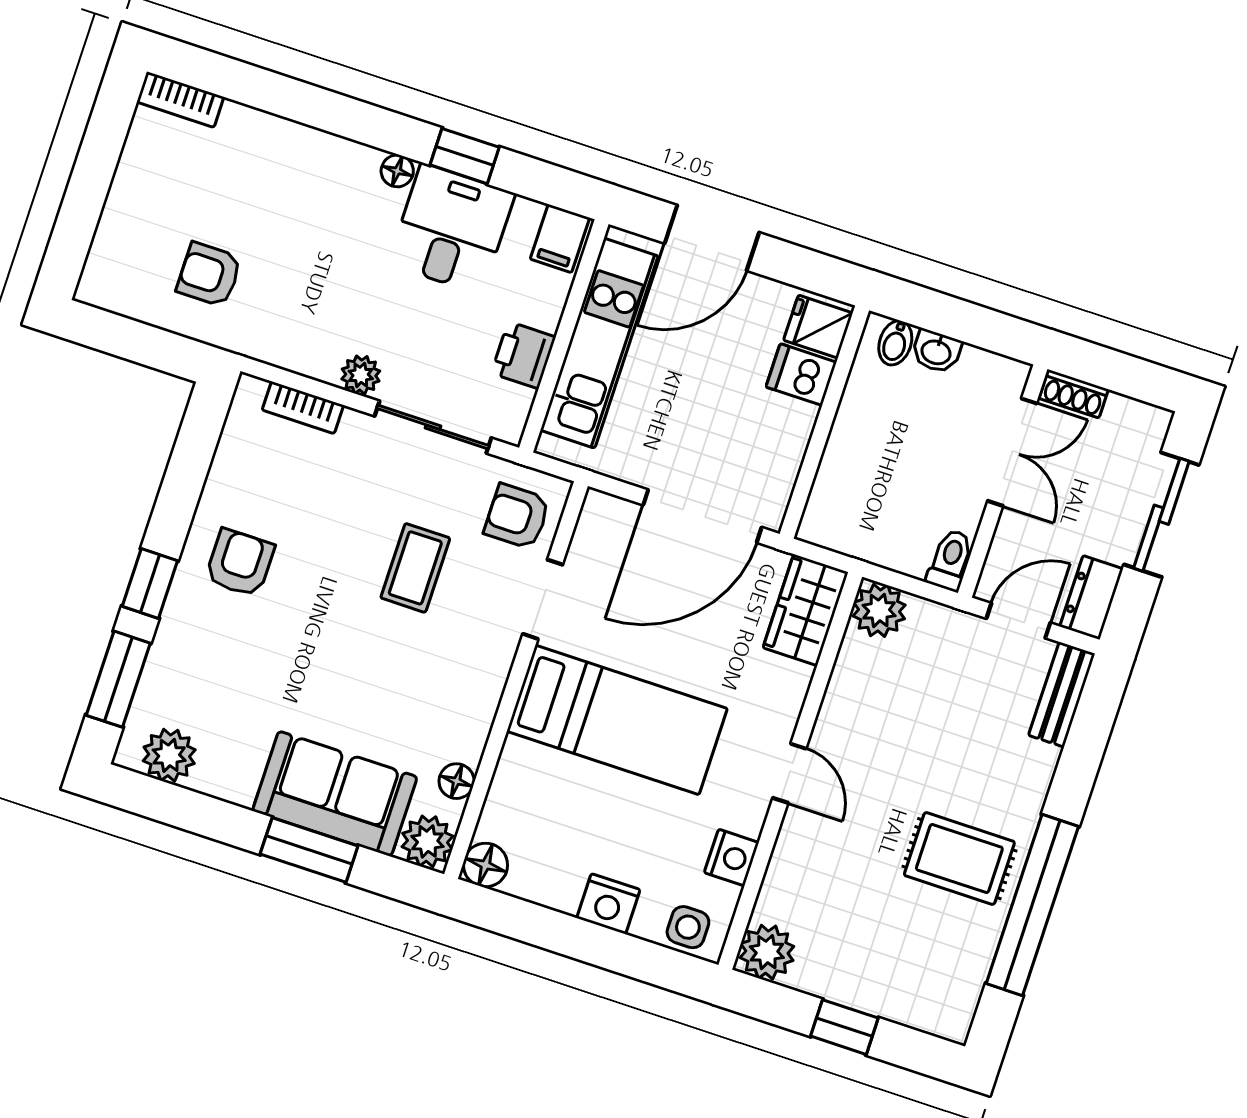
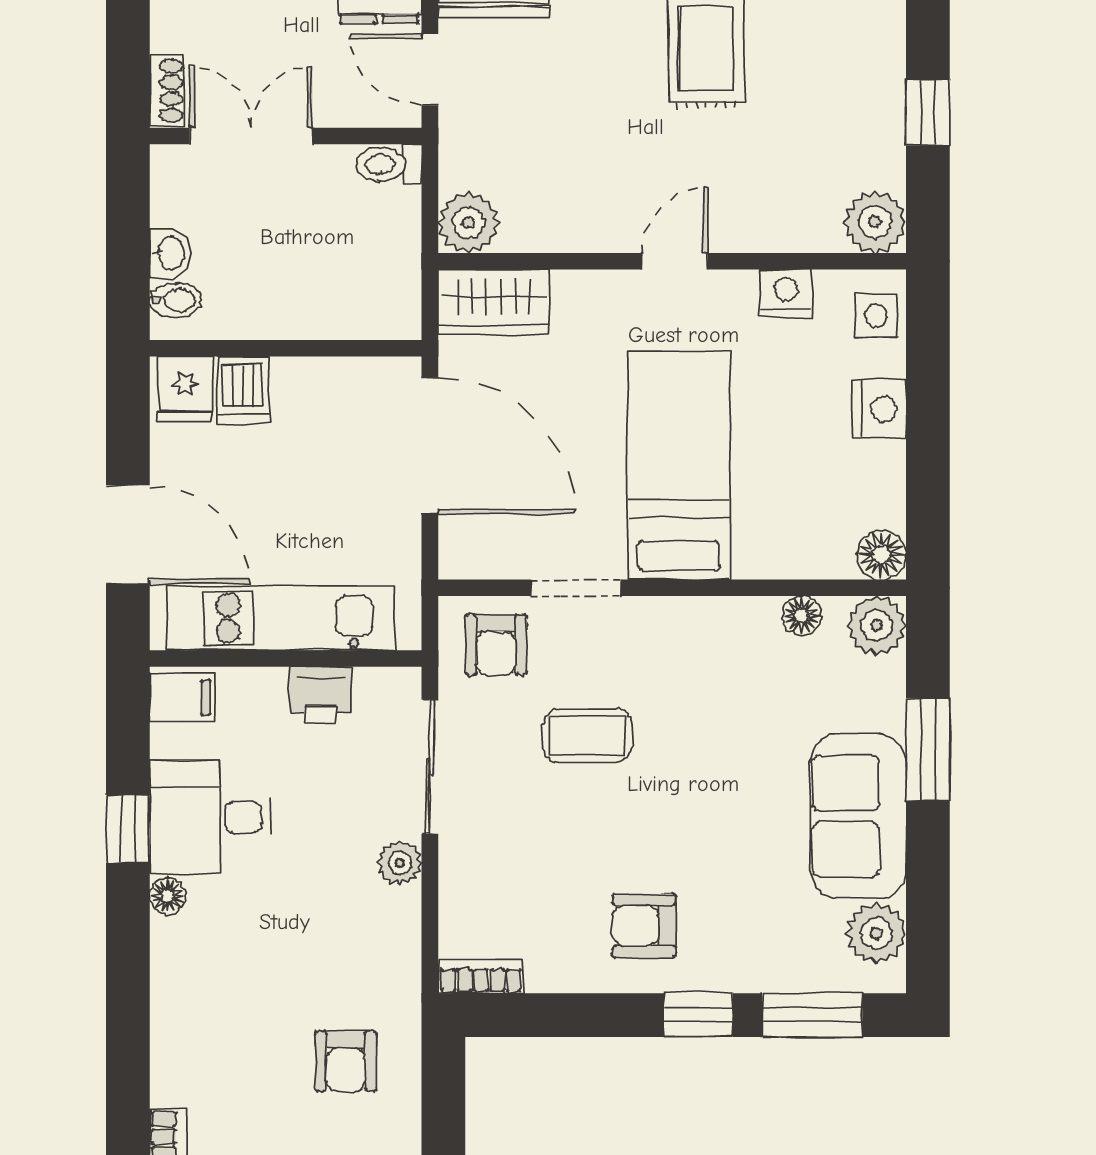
bookcase: (303, 408) -> (481, 976), moved, turned -90
sofa: (335, 794) -> (858, 816), moved

